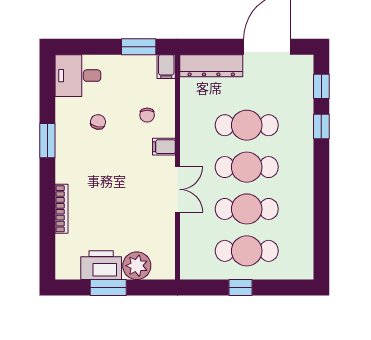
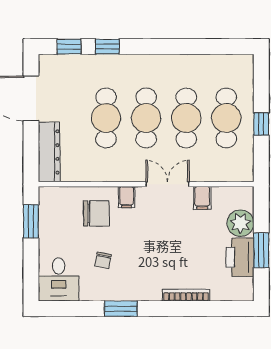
filing cabinet: (166, 67) -> (202, 198), moved, turned 90
chair: (147, 115) -> (96, 213), width x1.87, depth x1.87
chair: (98, 122) -> (103, 260), turned -91

